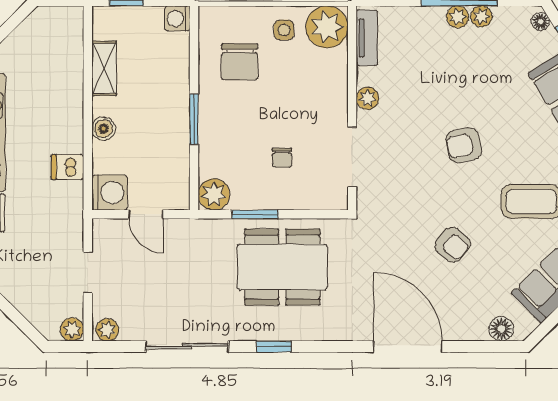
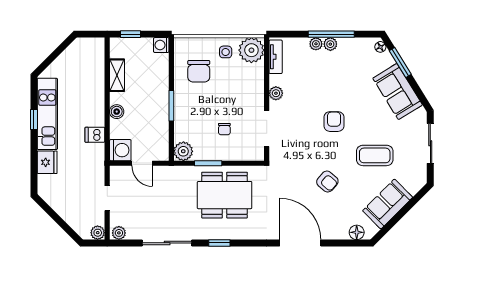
plant: (481, 16) -> (316, 44), moved
armchair: (464, 145) -> (334, 122), turned 102

